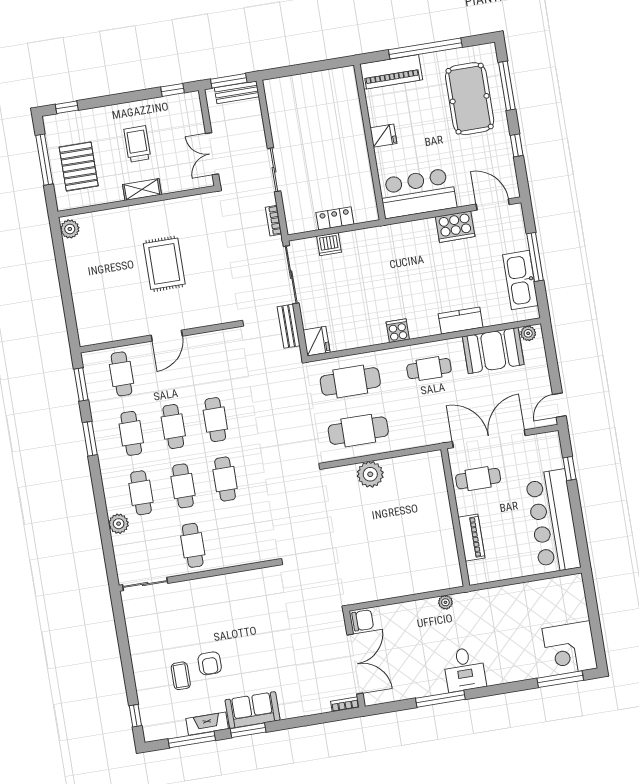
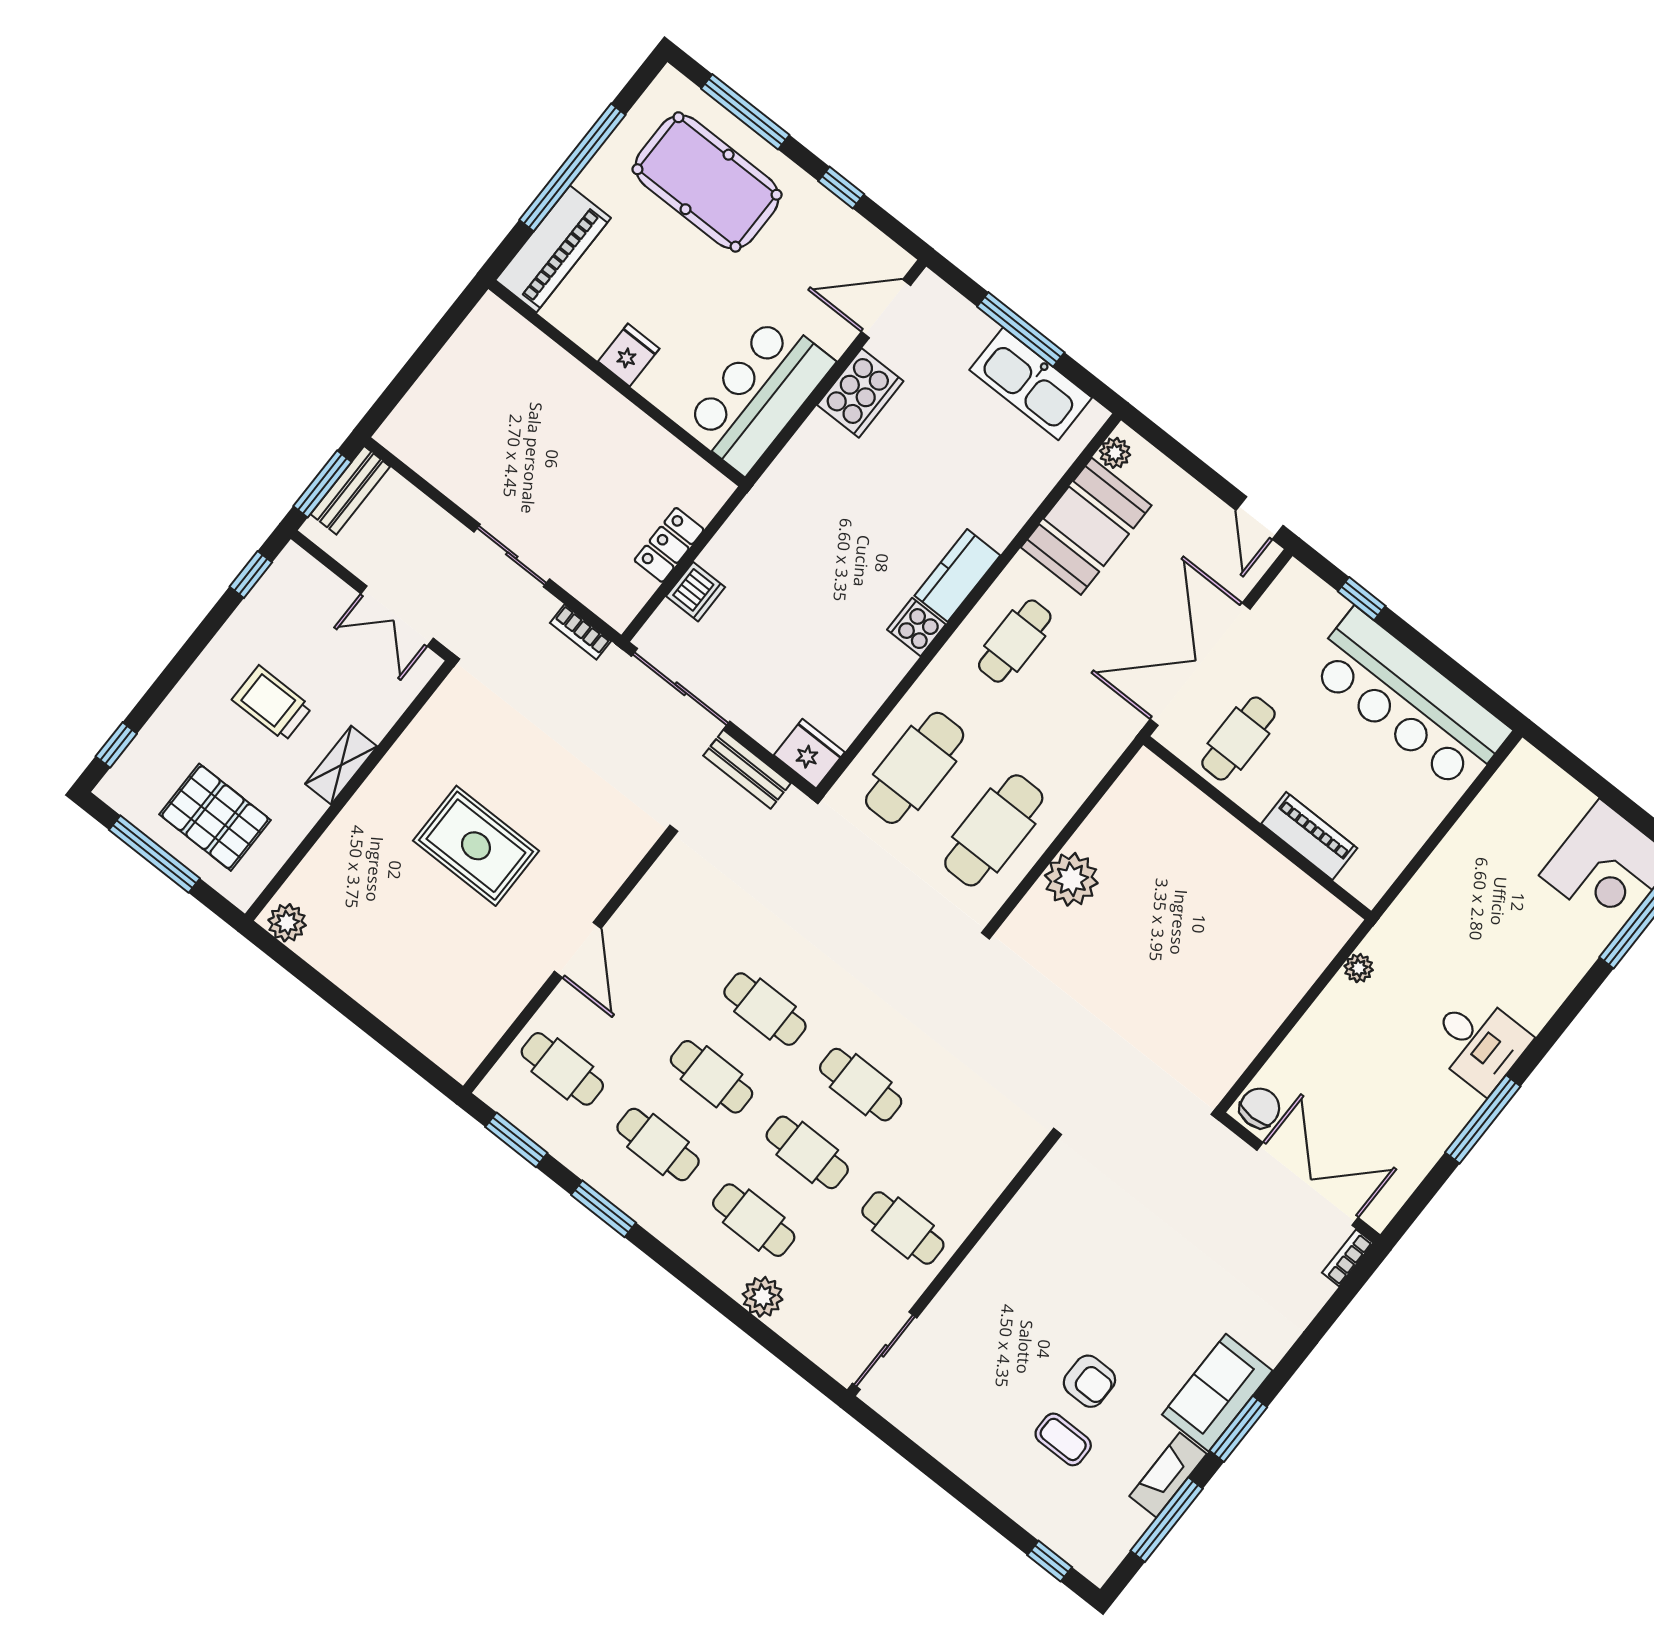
kitchen counter: (461, 321) -> (957, 575), moved

